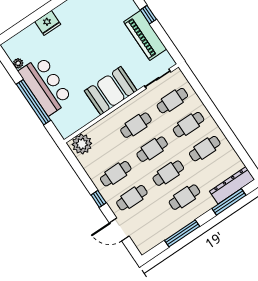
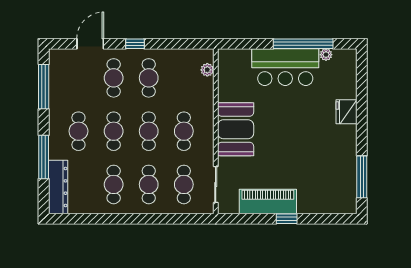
window: (34, 102) -> (303, 44), moved
plant: (82, 144) -> (207, 70), width x0.53, depth x0.53
window: (229, 202) -> (44, 157), moved
window: (182, 233) -> (44, 87), moved

